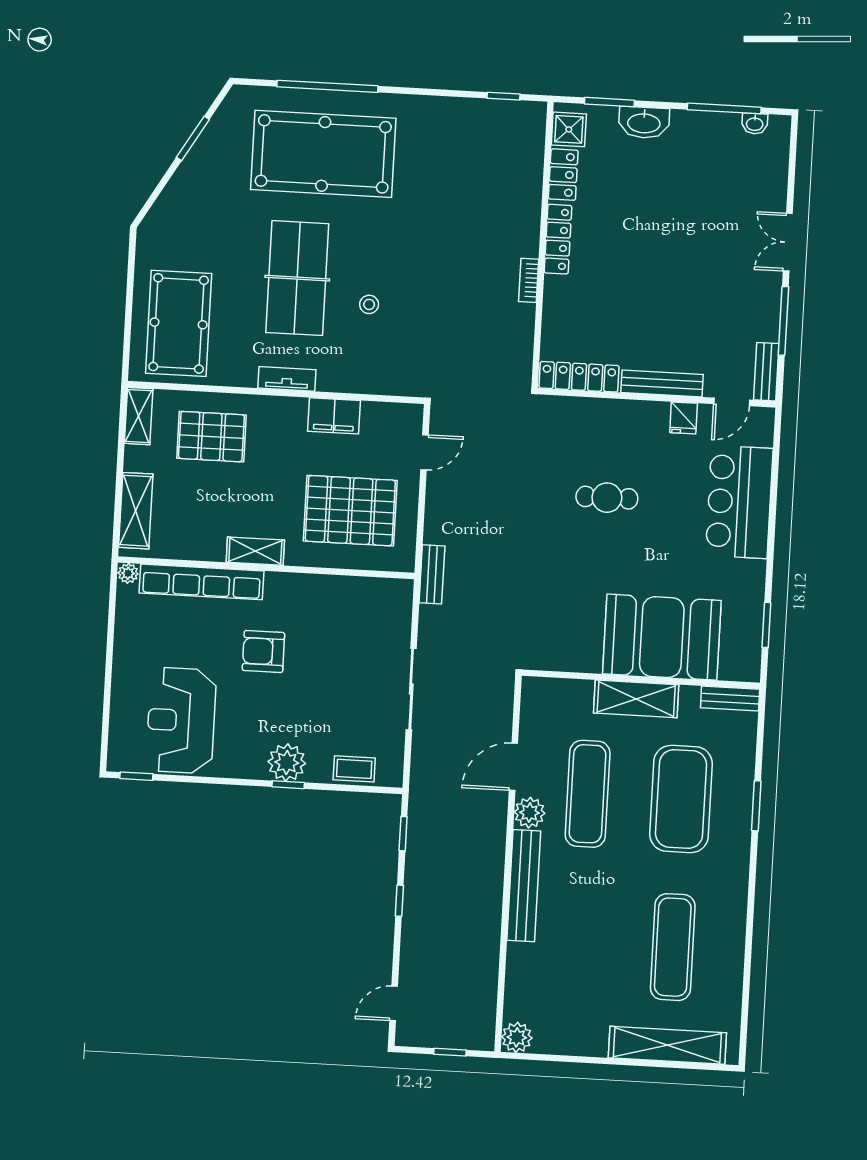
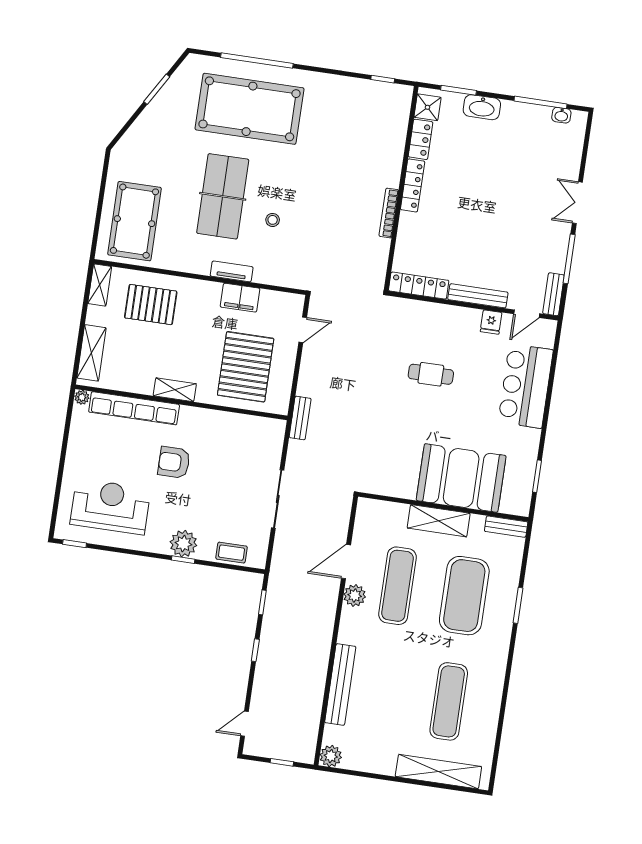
bookcase: (529, 280) -> (389, 213), width x1.56
tv unit: (287, 379) -> (232, 271), moved
pallet: (350, 511) -> (246, 367), turned 90
reception desk: (181, 720) -> (110, 507), turned 90
bench: (524, 886) -> (340, 685), moved

